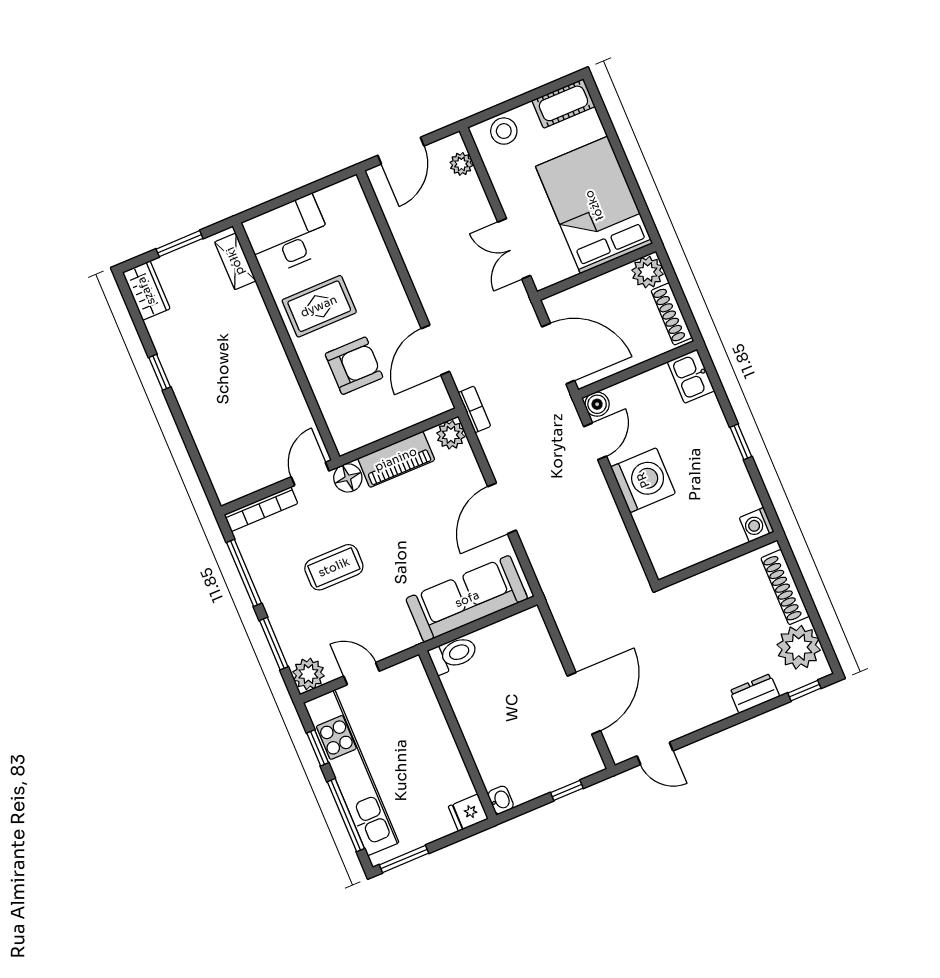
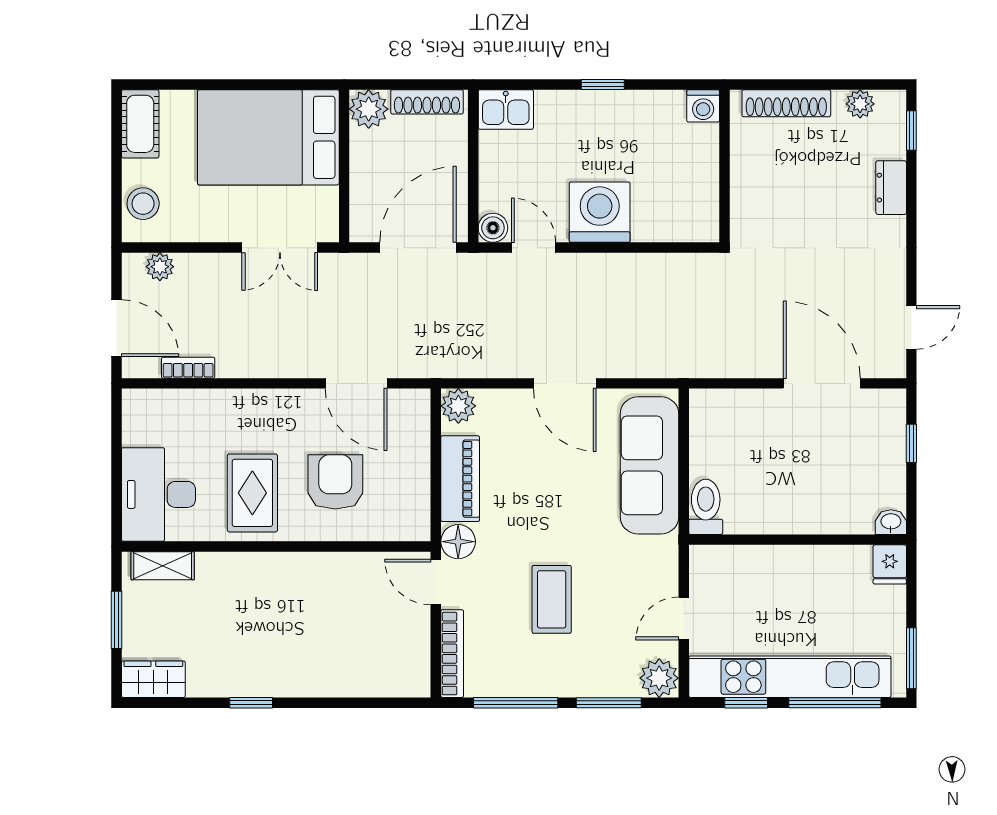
bookcase: (474, 409) -> (188, 368), moved
plant: (799, 647) -> (860, 104), width x0.53, depth x0.53

